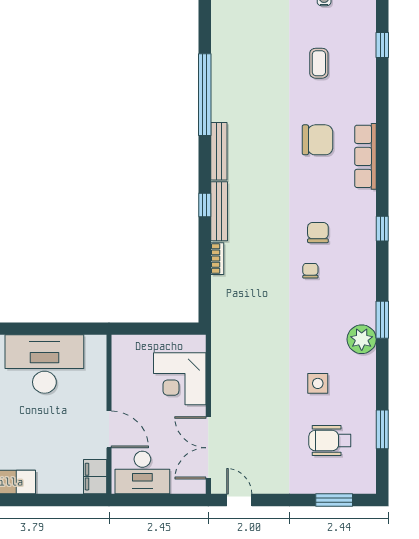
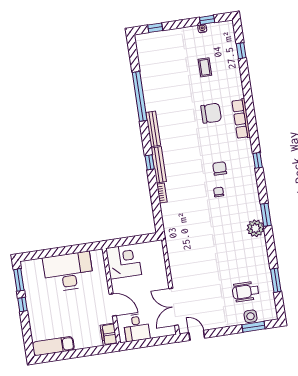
corner desk: (180, 379) -> (124, 261), moved, turned 180
side table: (318, 383) -> (251, 316), moved
desk: (142, 473) -> (137, 328), width x0.73

